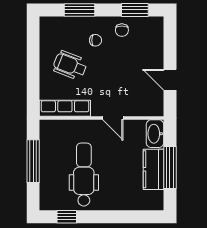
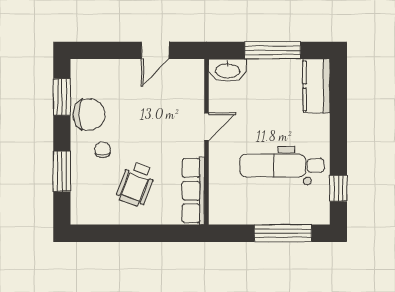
chair: (122, 30) -> (89, 115), width x1.87, depth x1.87
window: (33, 161) -> (283, 233), moved
kitchen counter: (153, 169) -> (316, 86), moved, turned 90

